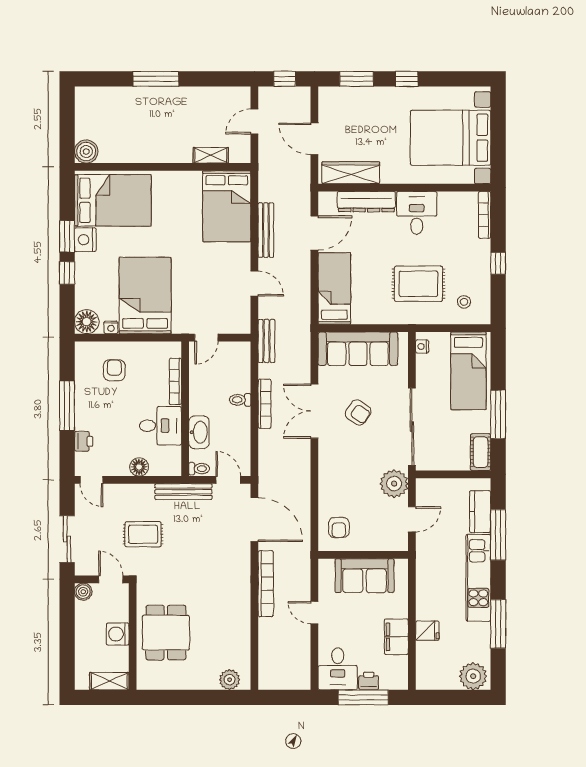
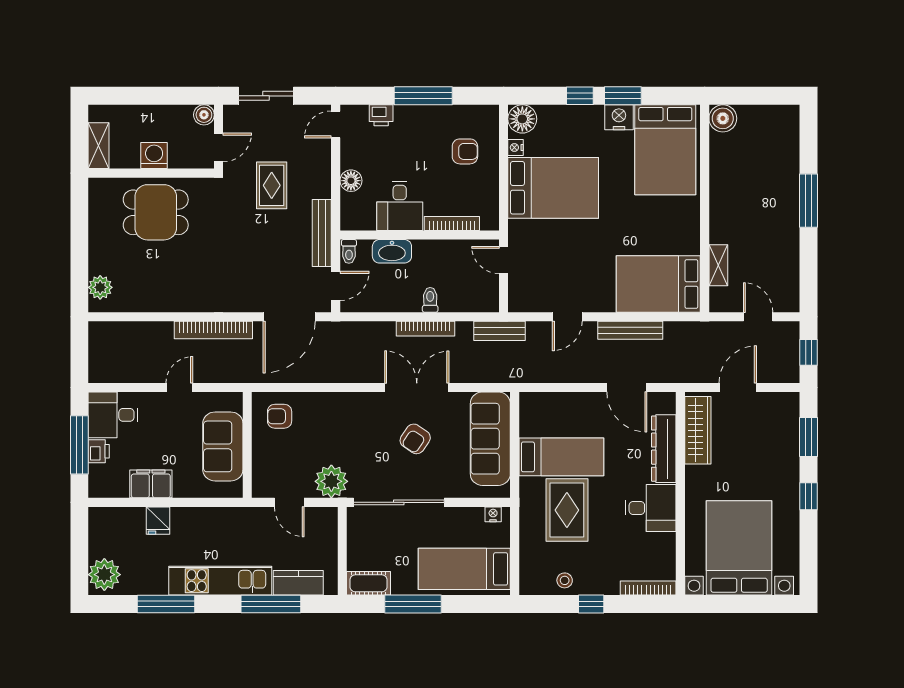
bed: (334, 289) -> (561, 457), moved
stool: (464, 302) -> (565, 580), moved

